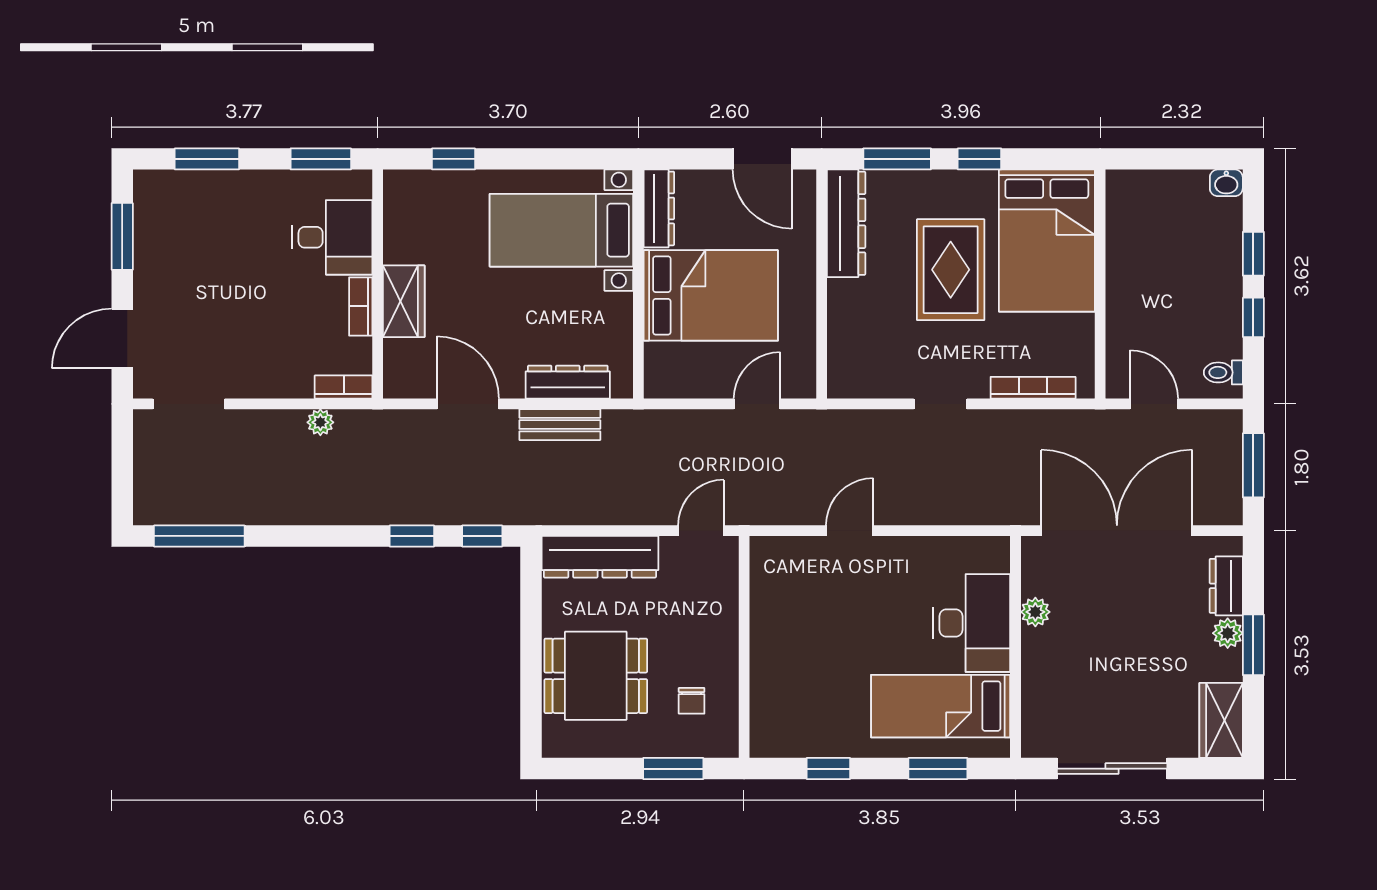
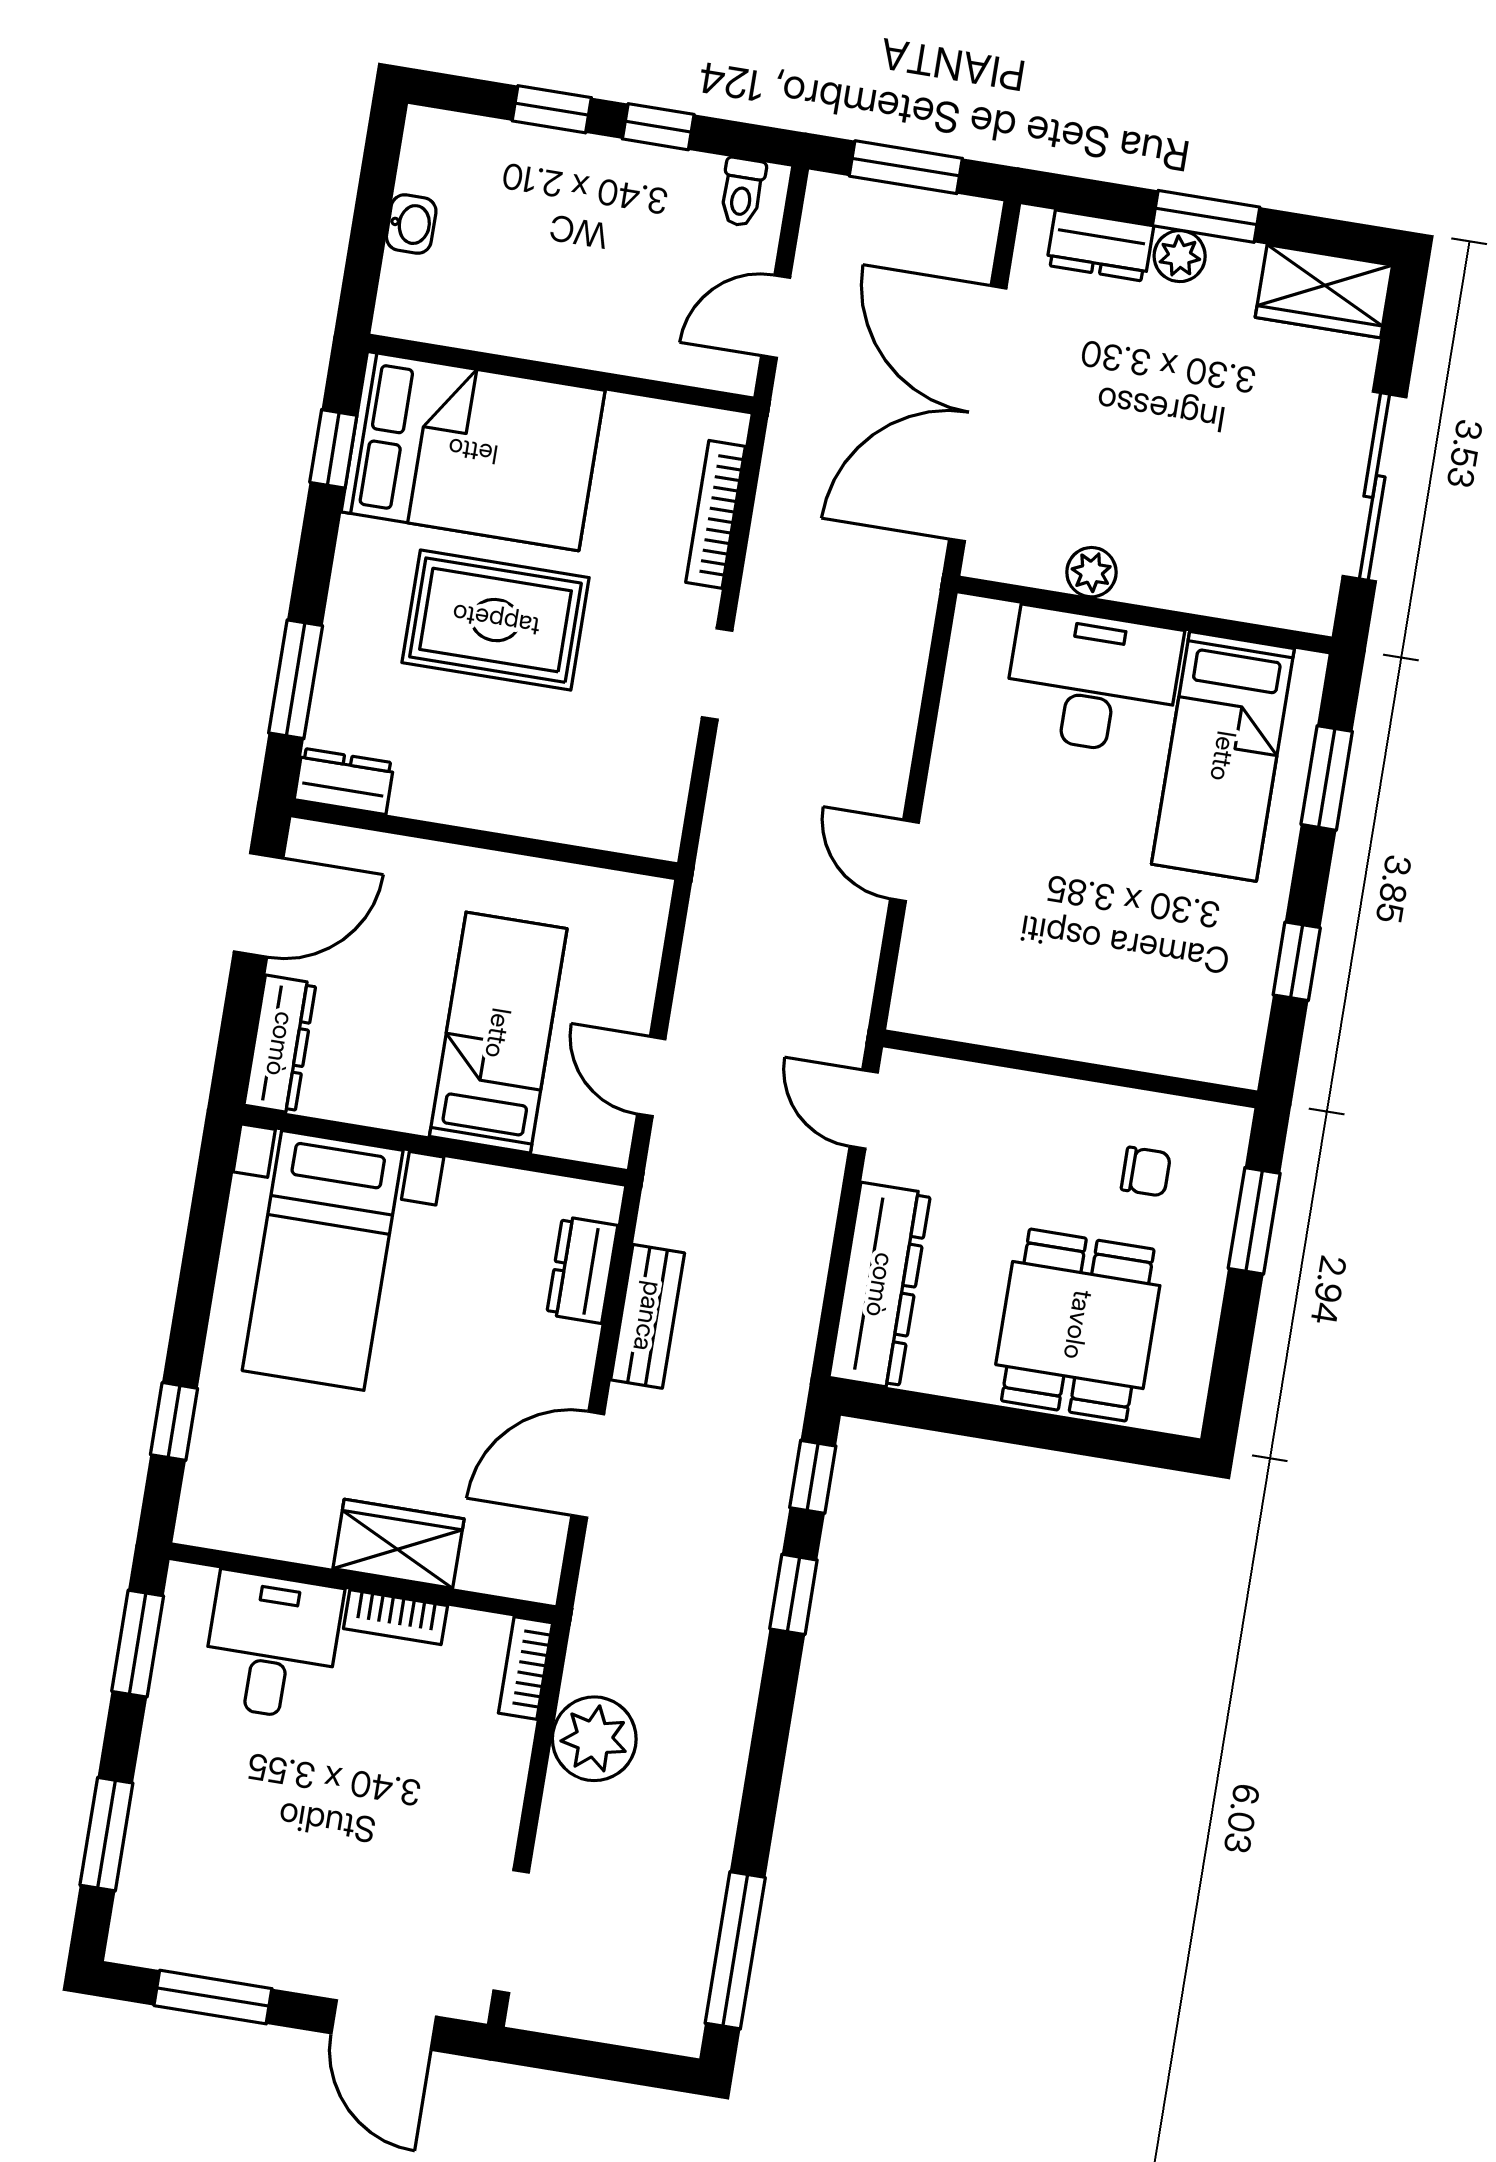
window: (979, 159) -> (333, 449), moved
washbasin: (1226, 183) -> (411, 224), moved
dresser: (659, 208) -> (280, 1044), moved, turned 90
dresser: (846, 223) -> (344, 781), width x0.51, depth x0.80
bed: (711, 295) -> (498, 1033), width x0.67
dresser: (568, 382) -> (582, 1270), width x0.70
door: (757, 404) -> (651, 1076), moved
plant: (320, 422) -> (594, 1739), width x1.88, depth x1.88

